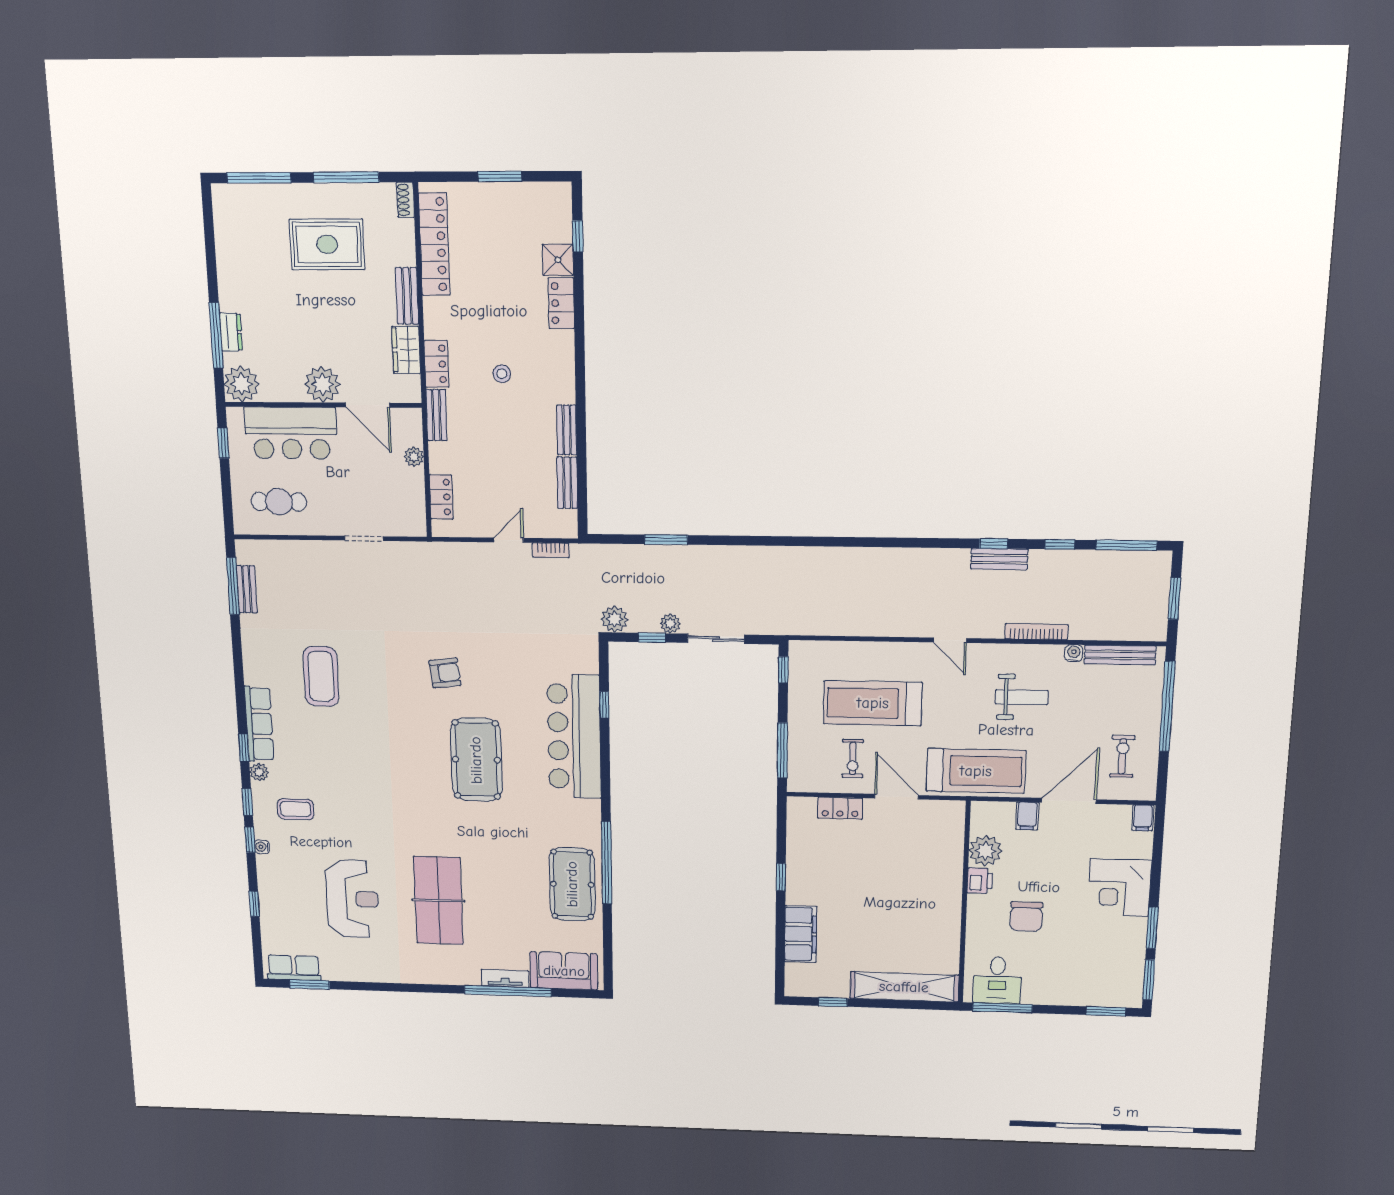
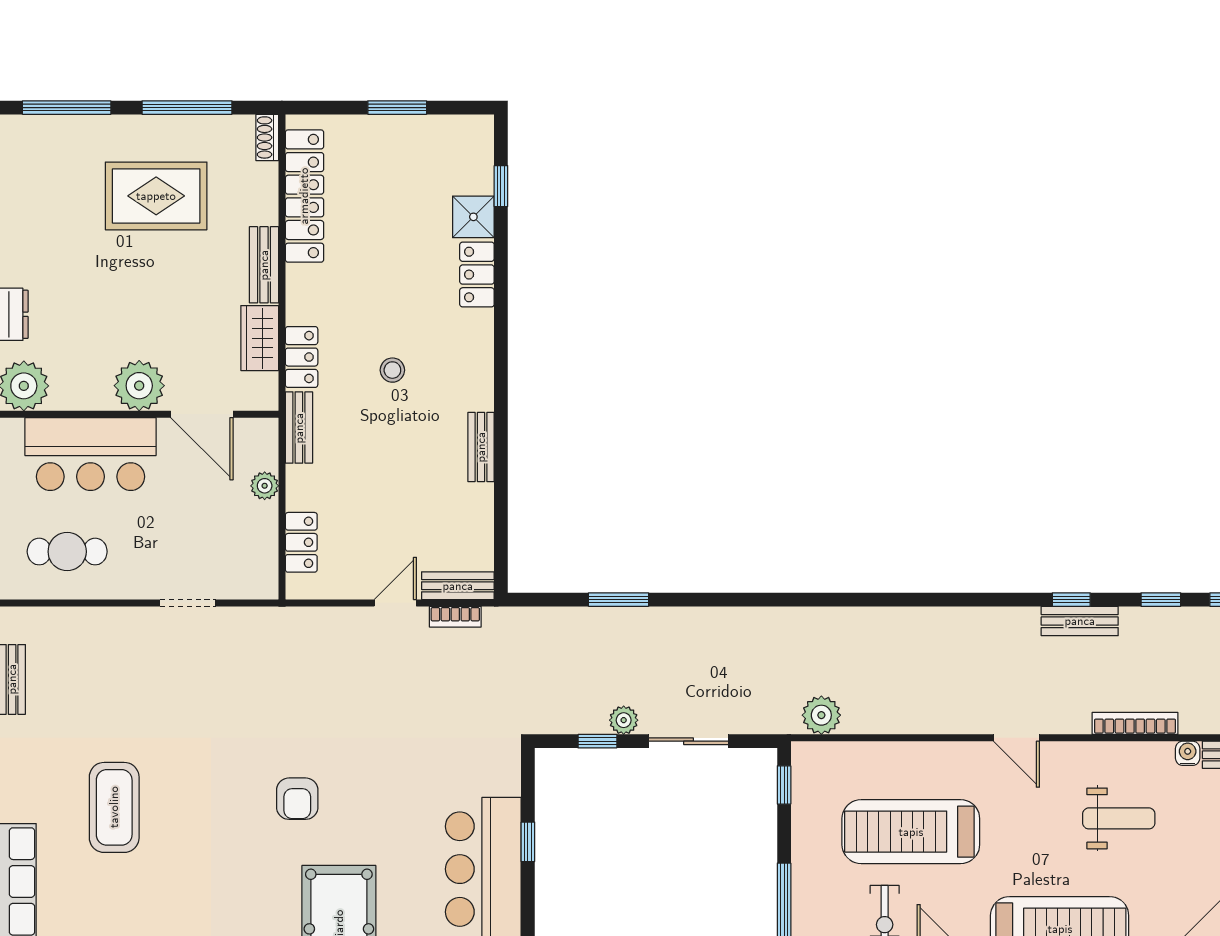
bench: (567, 483) -> (458, 586), moved, turned 90
plant: (614, 619) -> (821, 715), moved
armchair: (445, 673) -> (297, 799), turned 97

